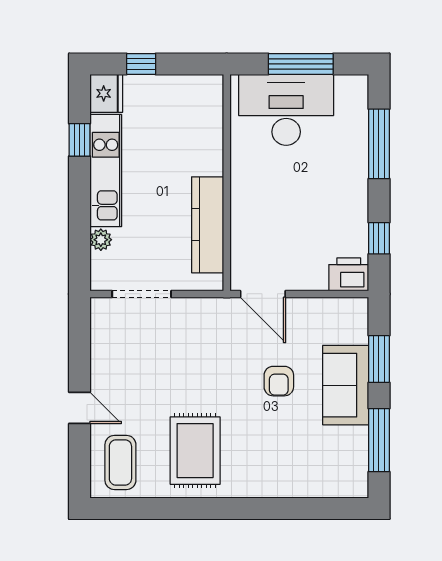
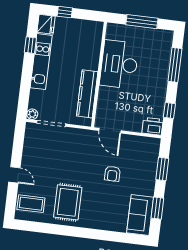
desk: (286, 110) -> (119, 64), moved, turned -90
plant: (101, 240) -> (32, 114), moved
sofa: (346, 385) -> (140, 215), moved
window: (379, 440) -> (157, 208), width x0.69
coffee table: (120, 462) -> (31, 204), turned 90

